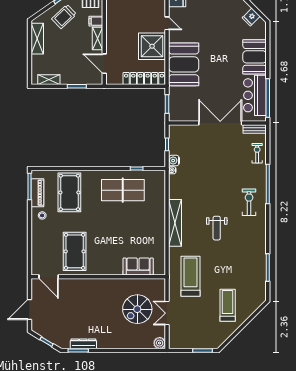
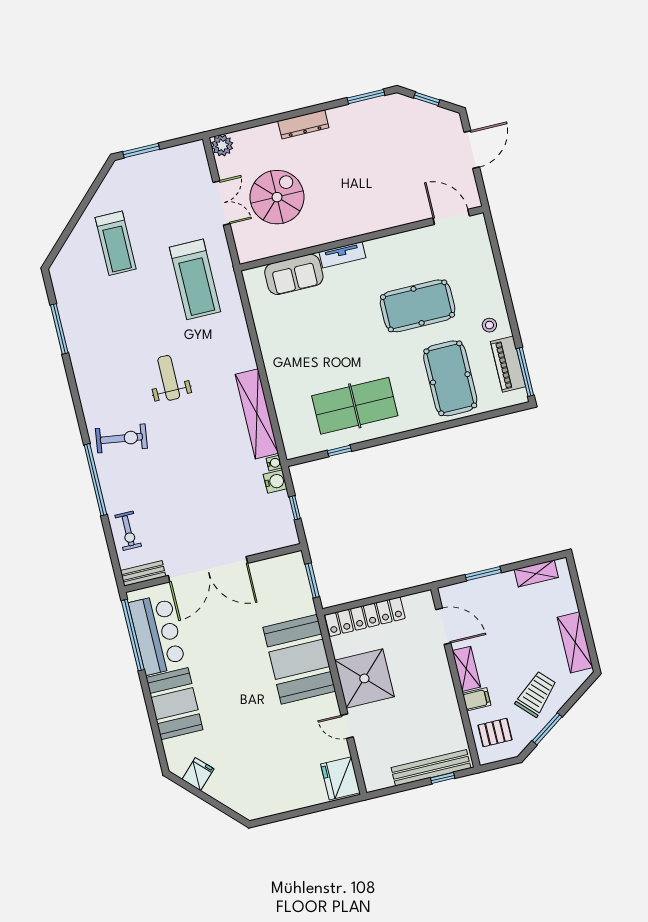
exercise bike: (249, 202) -> (121, 438), turned -82
shelving: (175, 223) -> (257, 414), moved
pool table: (75, 251) -> (418, 306), moved, turned 90
tv unit: (110, 271) -> (342, 255), added
dresser: (83, 344) -> (303, 124), moved

